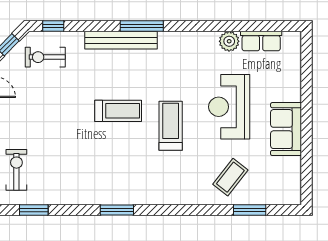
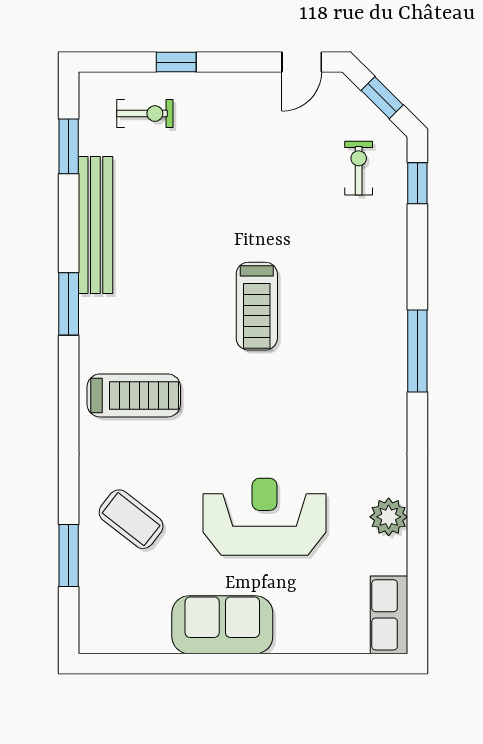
bench: (121, 40) -> (95, 225), moved
row of seats: (261, 41) -> (389, 615), moved
exercise bike: (45, 57) -> (359, 168), width x0.73, depth x0.72
treadmill: (171, 126) -> (134, 395), moved
exercise bike: (16, 170) -> (145, 114), width x0.73, depth x0.72

